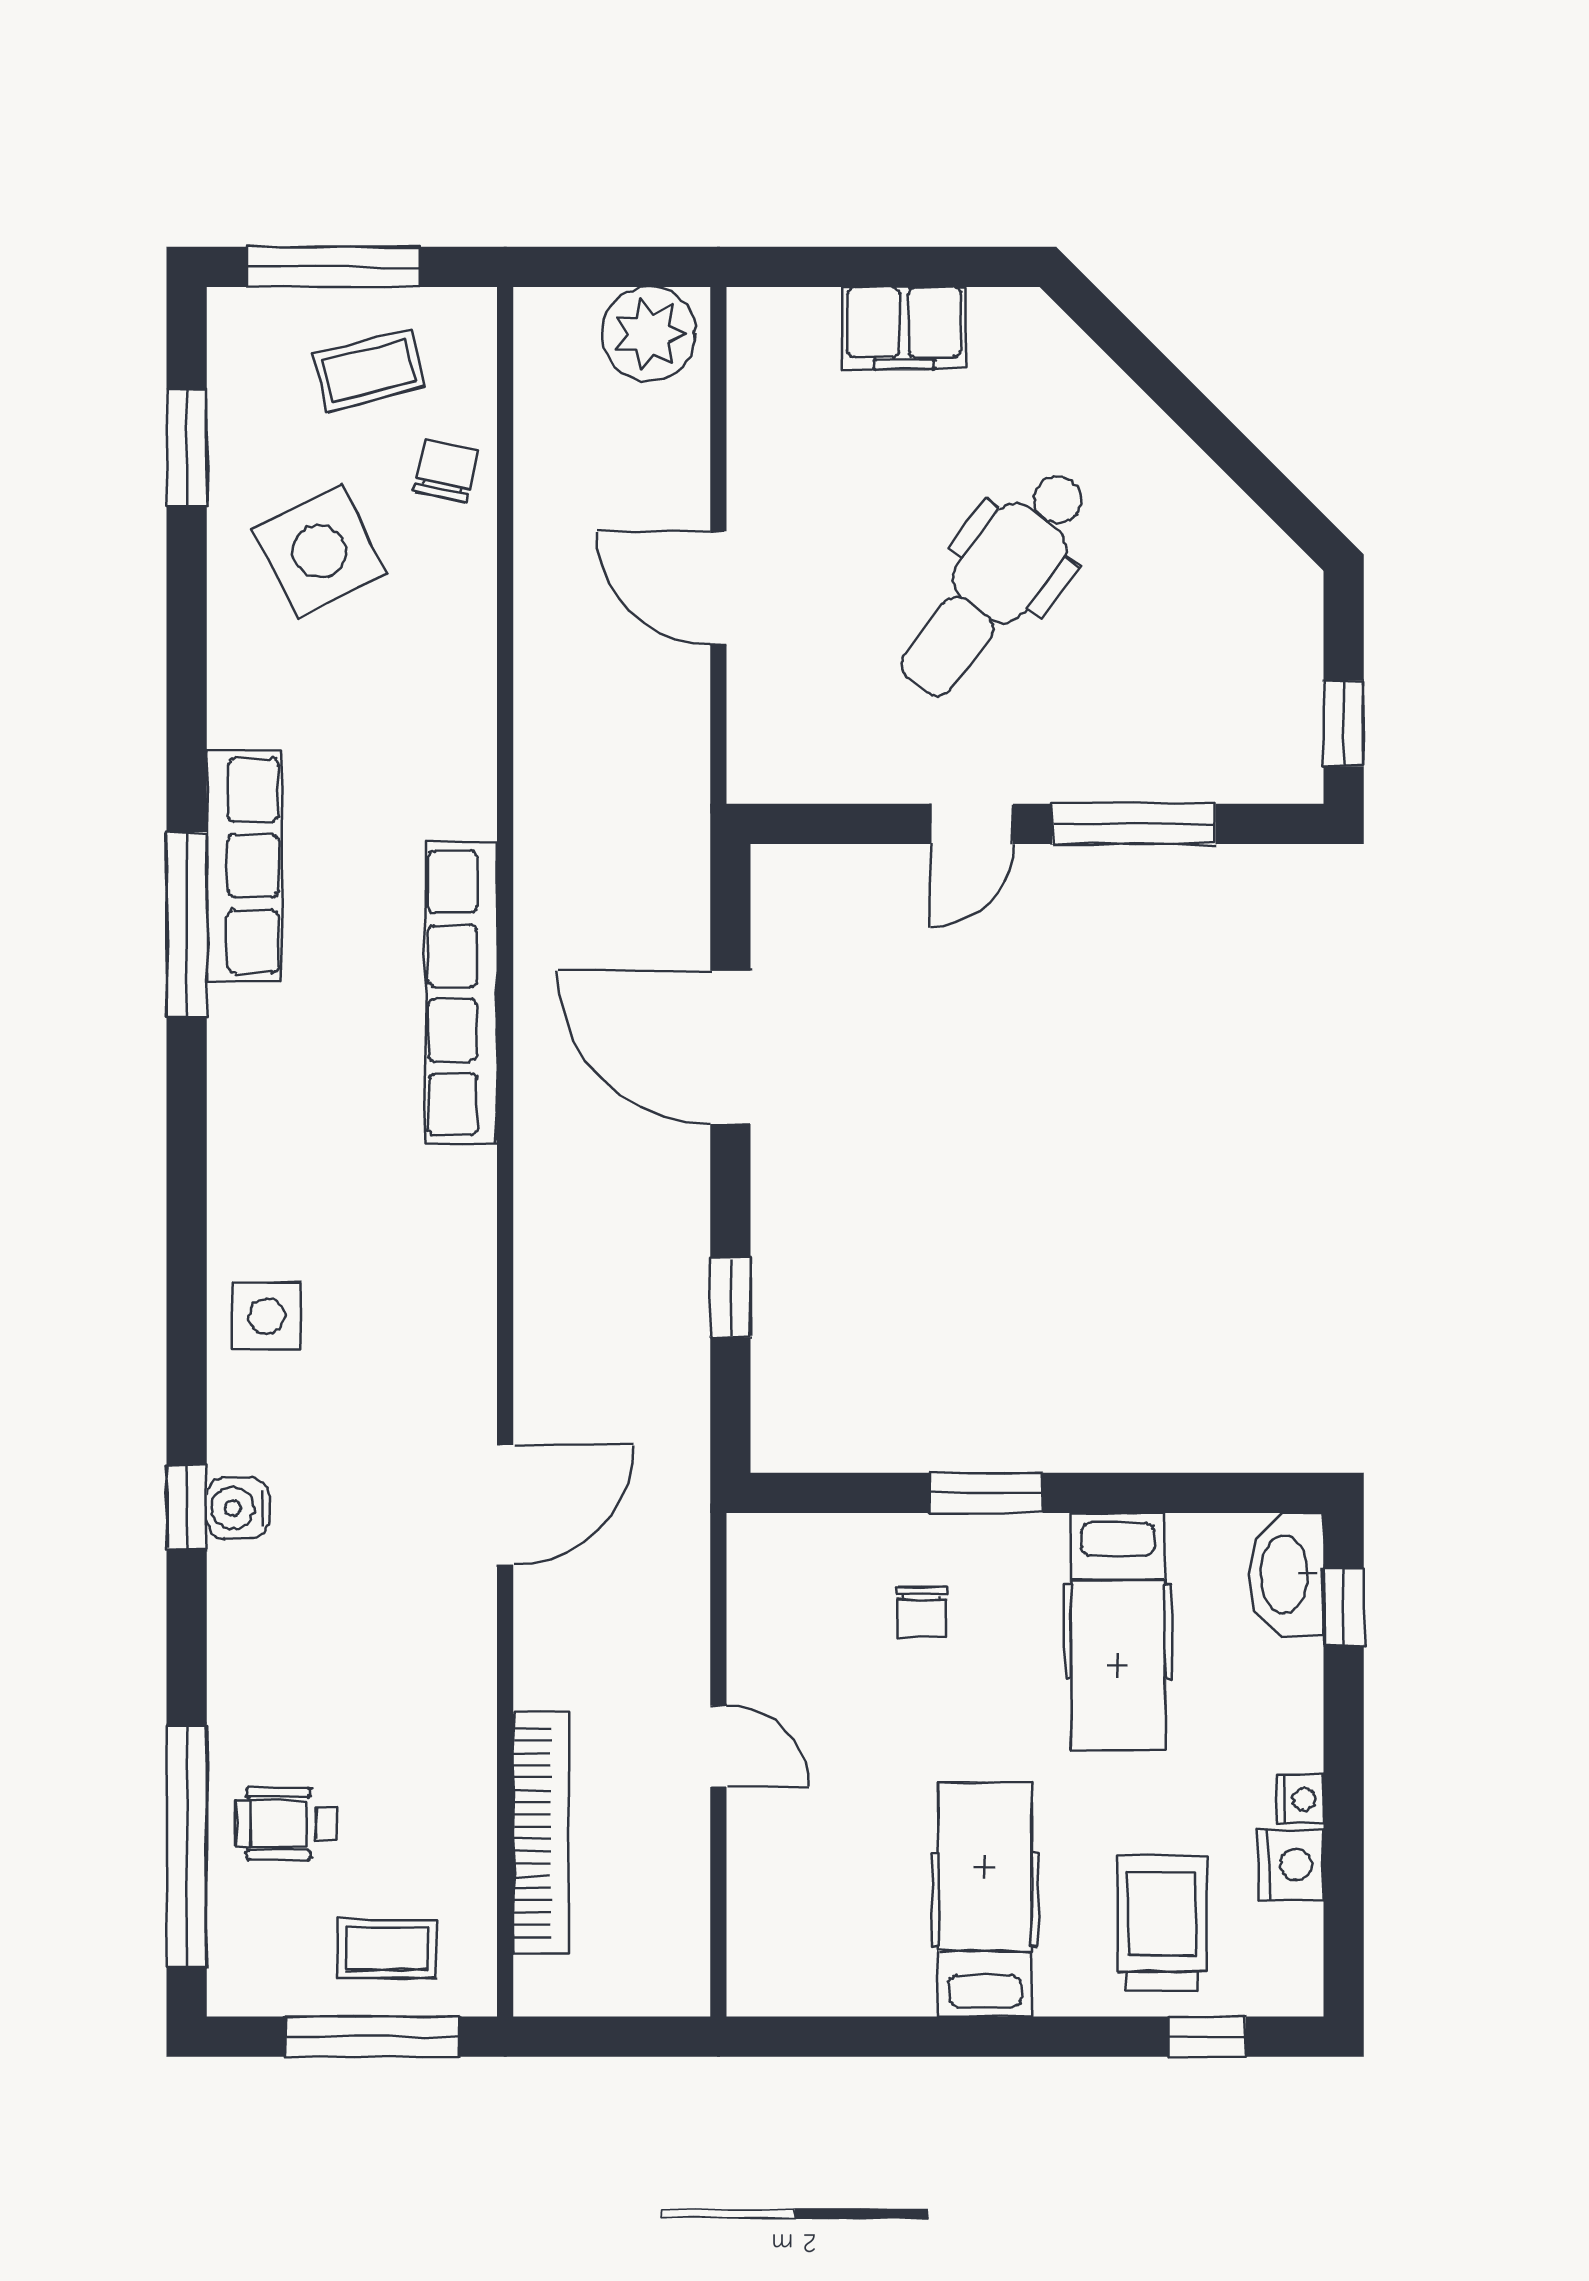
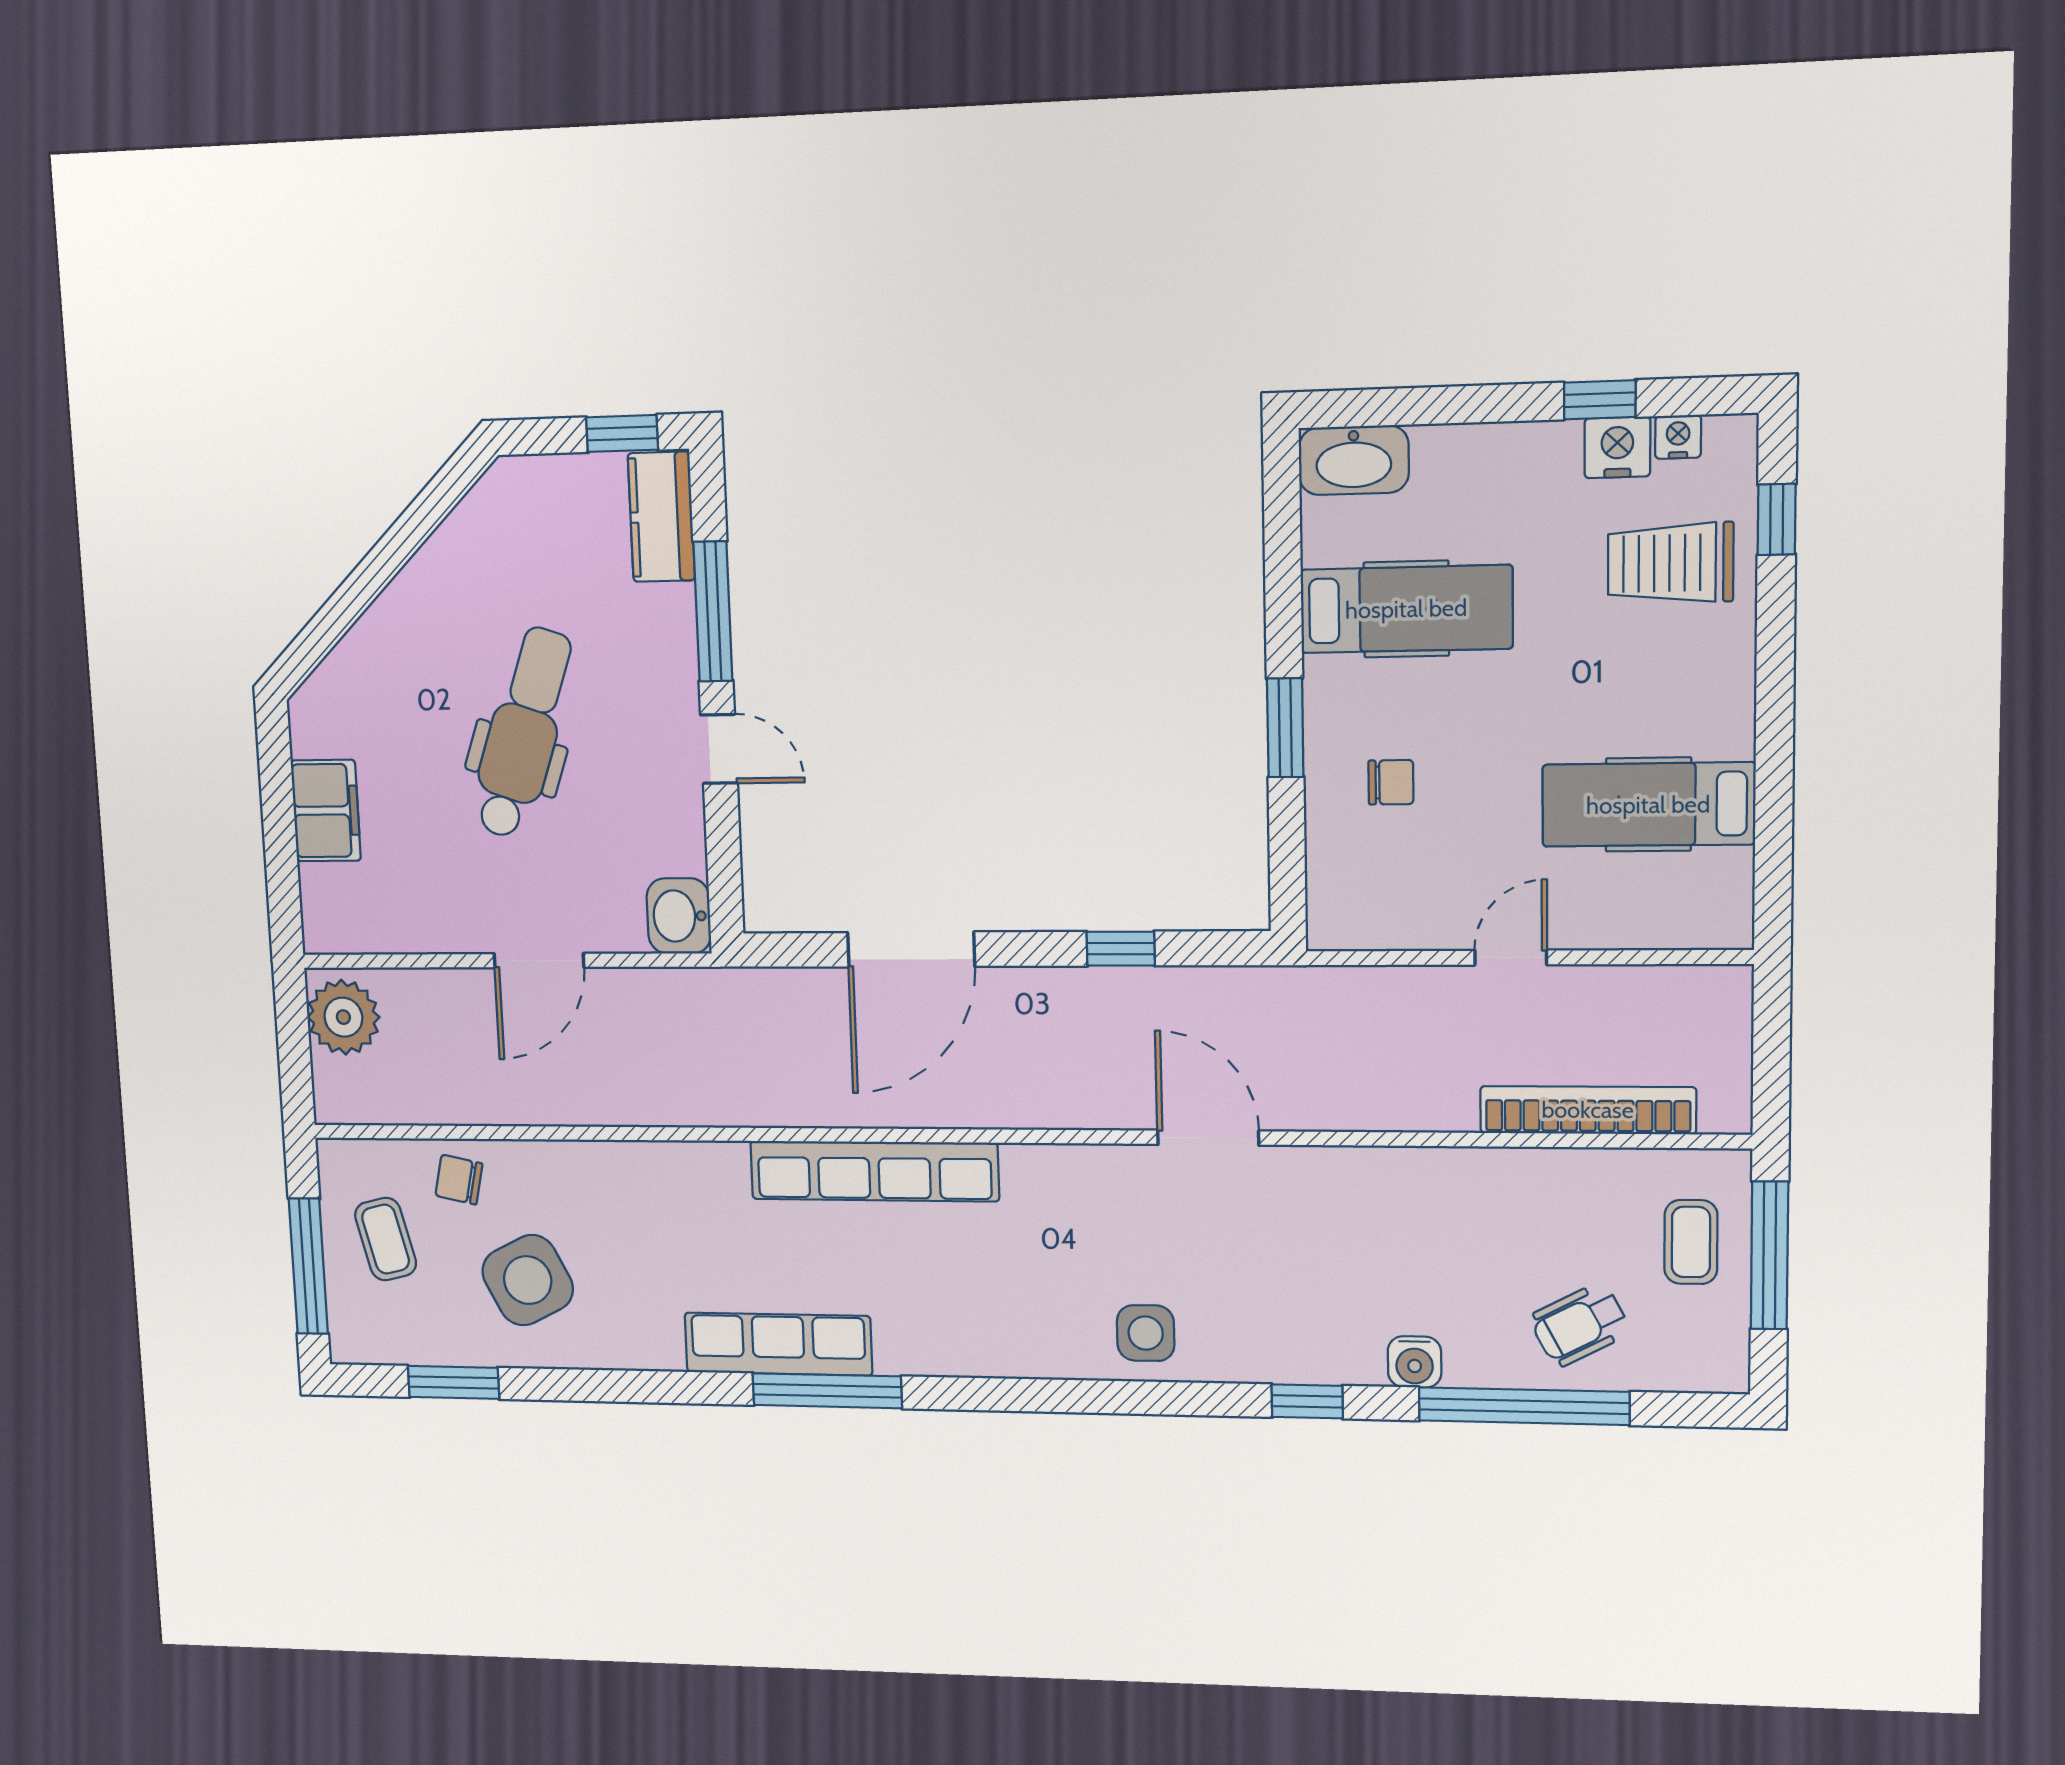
dental chair: (994, 583) -> (523, 733), turned -108
washbasin: (772, 765) -> (679, 916), added
kitchen counter: (1246, 767) -> (661, 517), added
door: (505, 1505) -> (1208, 1138), moved
water cooler: (238, 1508) -> (1415, 1362), moved
window: (1344, 1607) -> (1600, 400), moved
nightstand: (1300, 1799) -> (1678, 437), moved
wheelchair: (286, 1824) -> (1580, 1325), turned 62
window: (187, 1846) -> (1524, 1406), moved
hospital bed: (985, 1900) -> (1648, 805), moved

